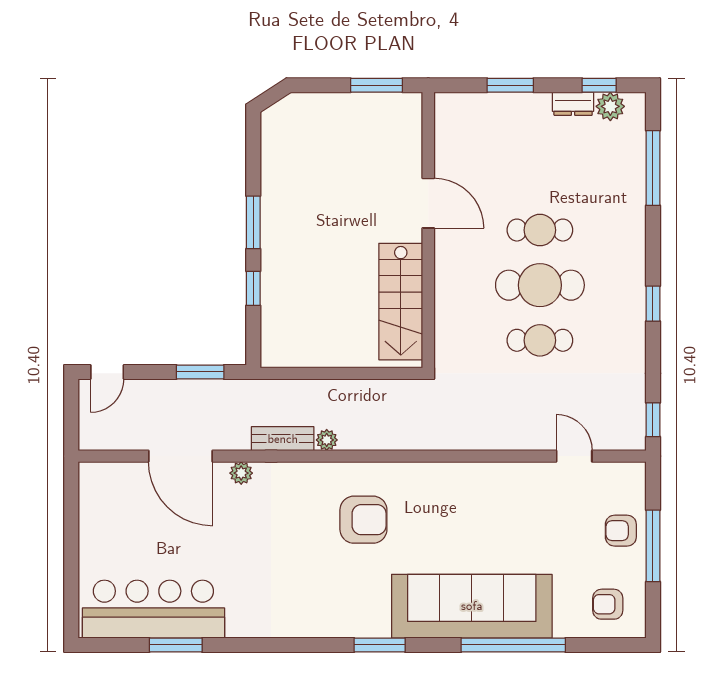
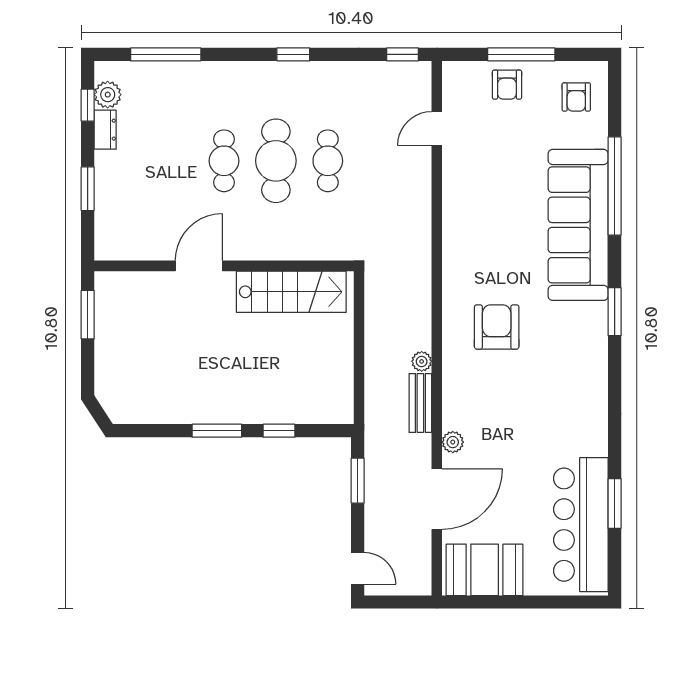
booth: (105, 507) -> (485, 570), added

